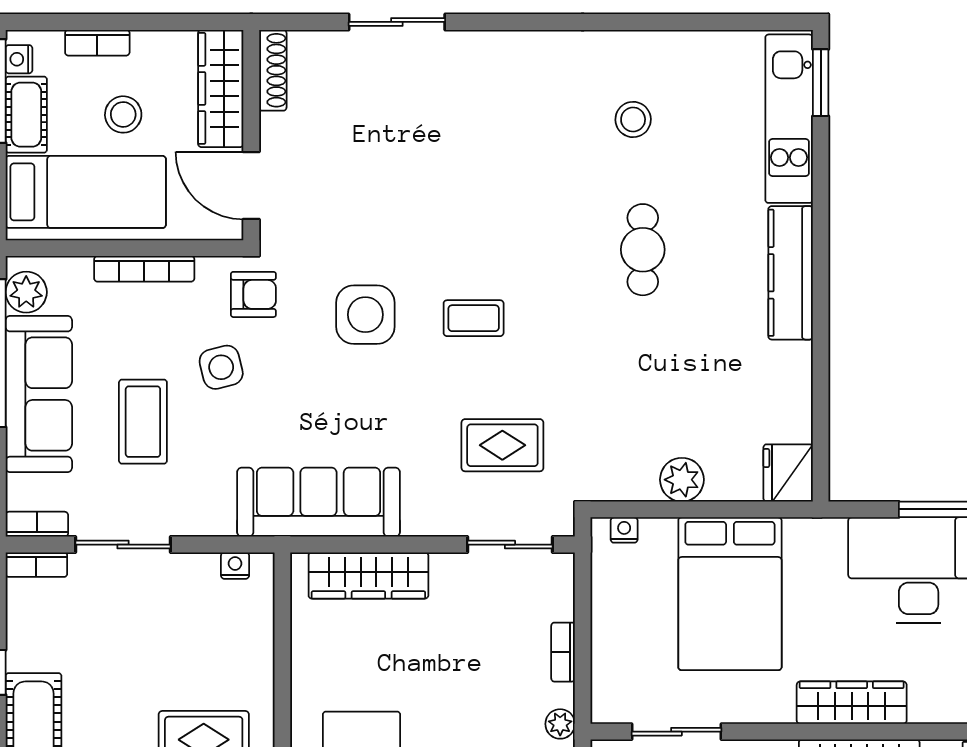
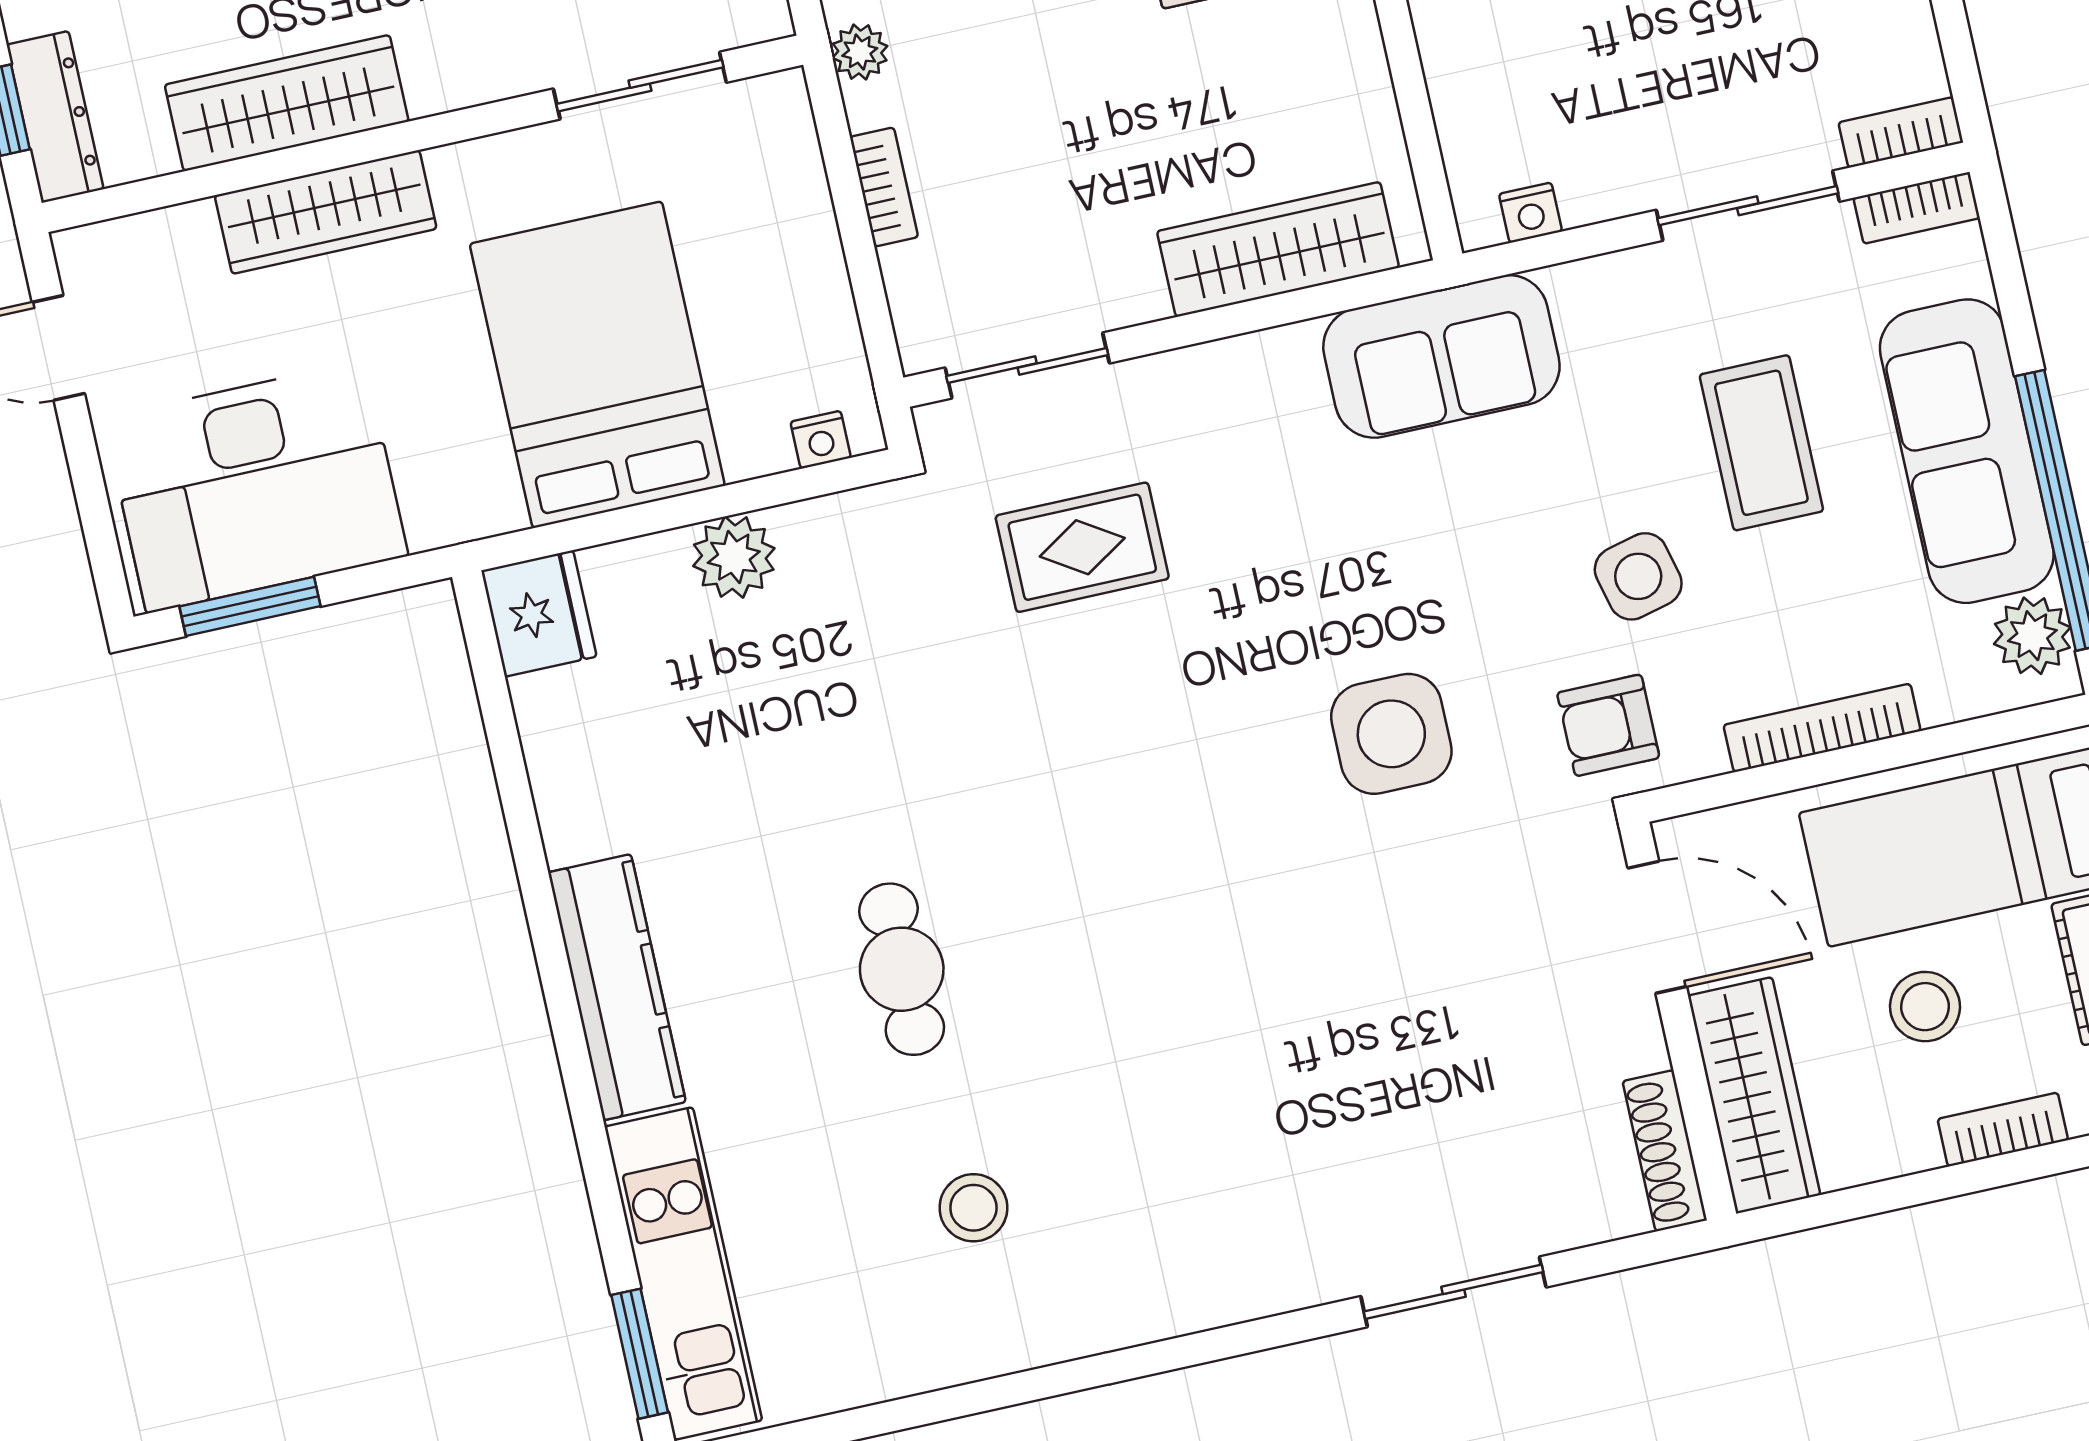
coffee table: (474, 318) -> (1188, 772), removed
sofa: (319, 502) -> (1441, 356), width x0.73

